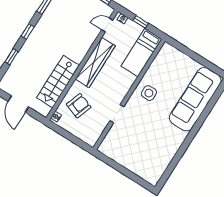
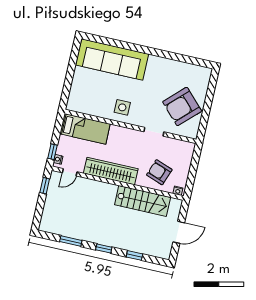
window: (141, 22) -> (52, 152), moved
door: (107, 25) -> (70, 172), hinge flipped
armchair: (131, 147) -> (182, 106), added

